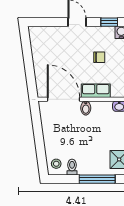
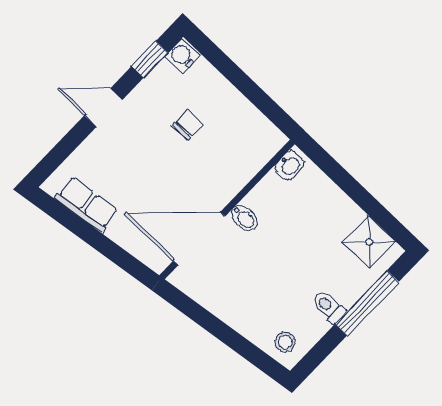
row of seats: (96, 91) -> (87, 205), moved, turned 82
toilet: (72, 167) -> (329, 307), moved

